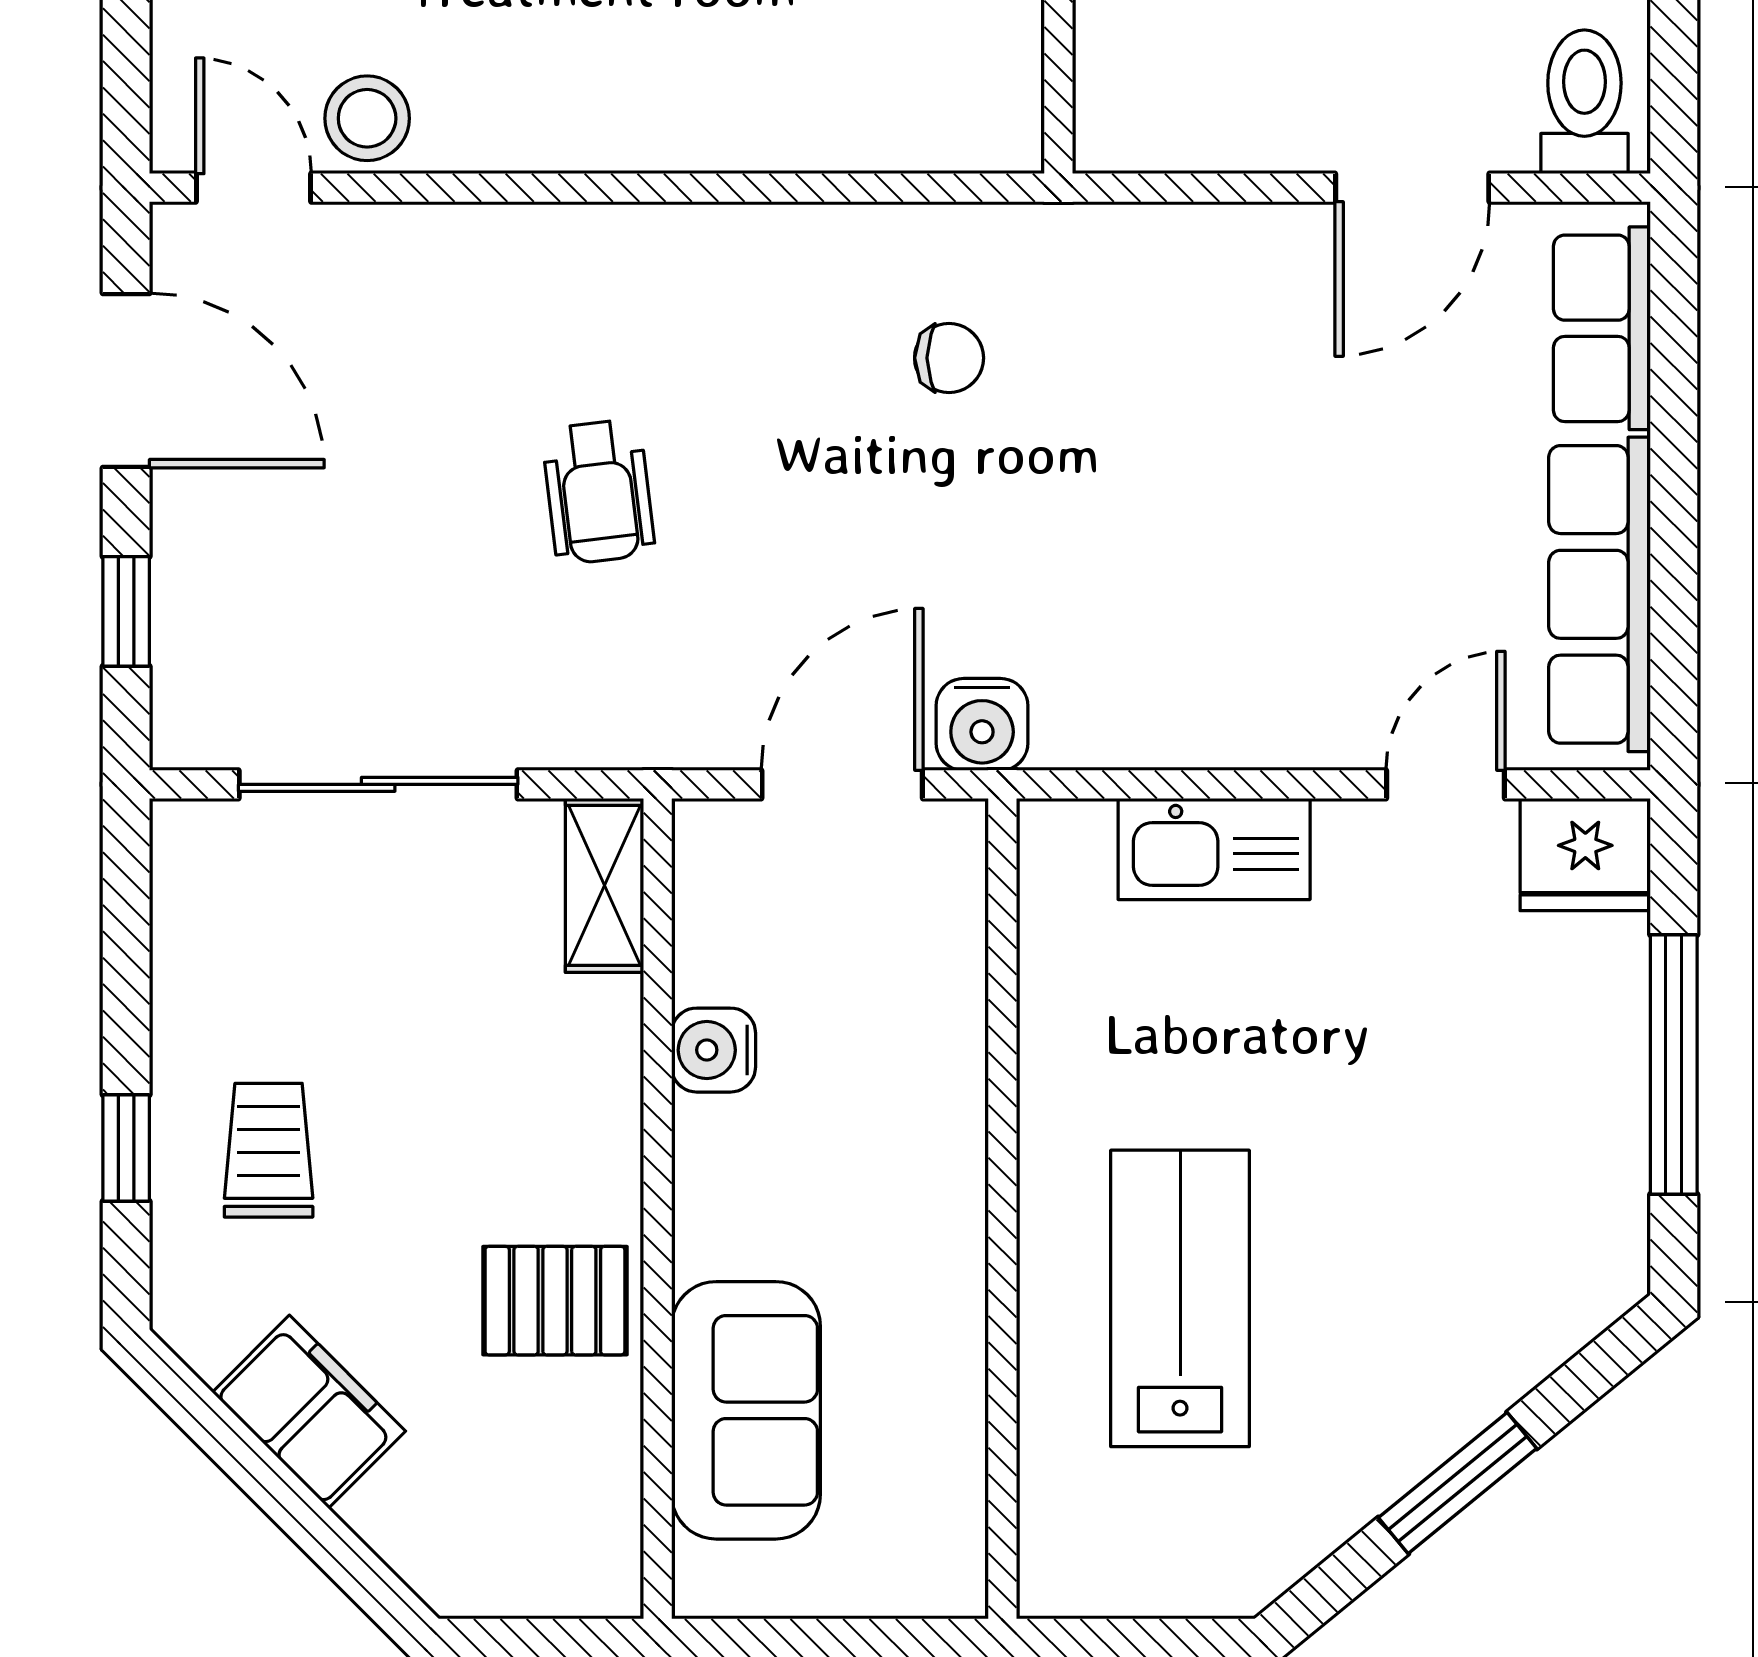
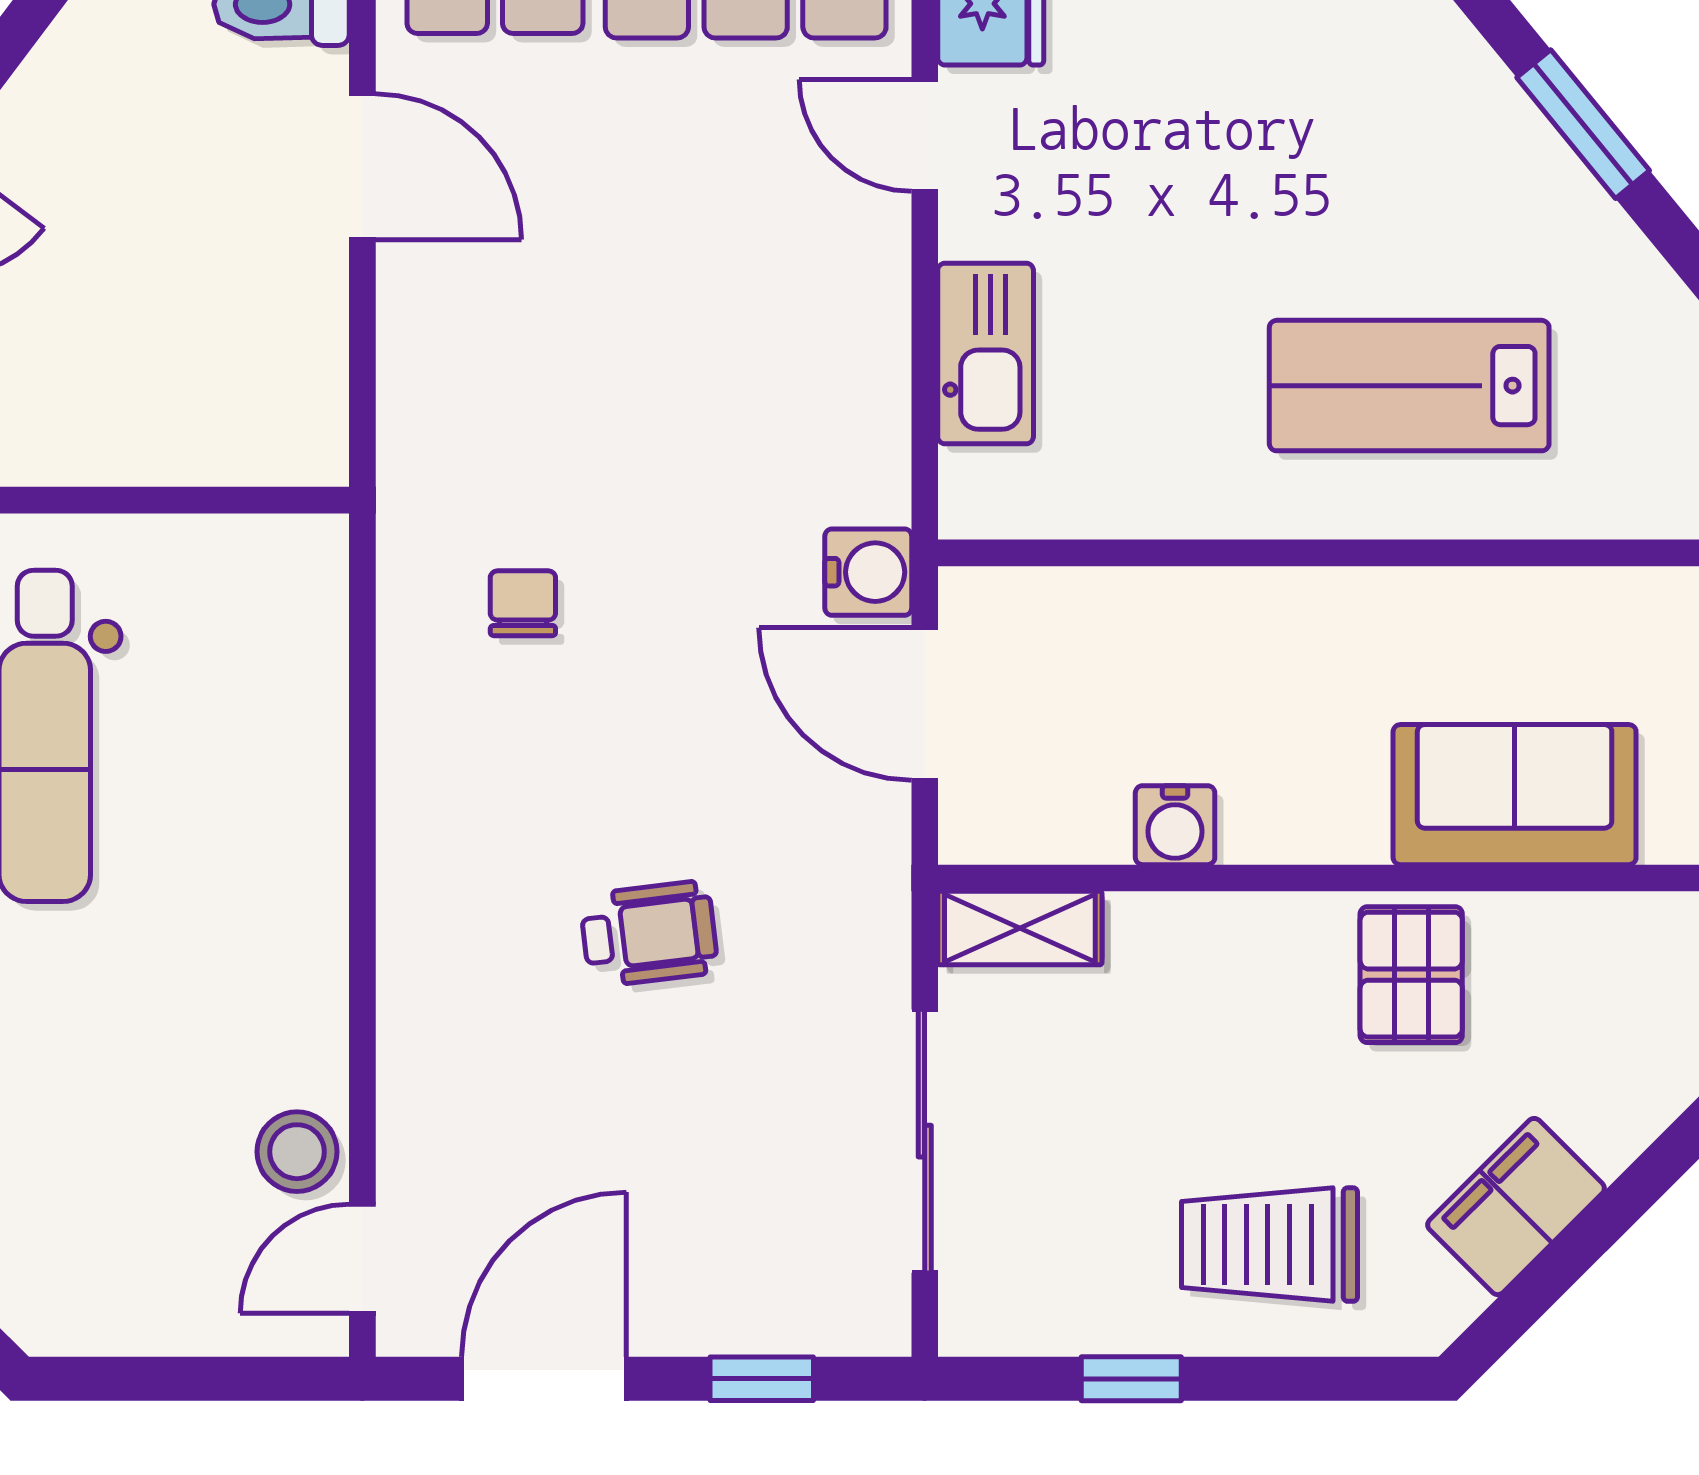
window: (126, 1148) -> (1131, 1379), moved
trolley: (269, 1150) -> (1269, 1245), width x1.36, depth x1.39

